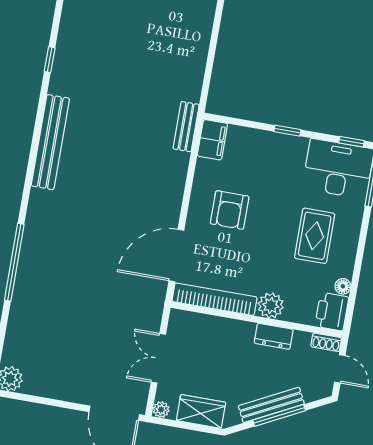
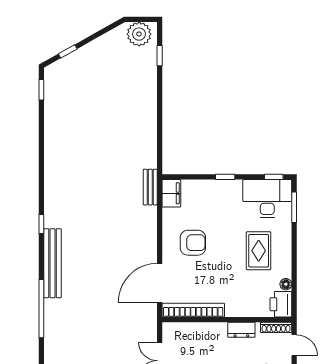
window: (50, 60) -> (41, 224), moved
bench: (50, 142) -> (53, 263), moved
armchair: (230, 210) -> (193, 243), turned -90
plant: (271, 306) -> (235, 308), removed
shoe rack: (326, 342) -> (276, 327), width x1.43

